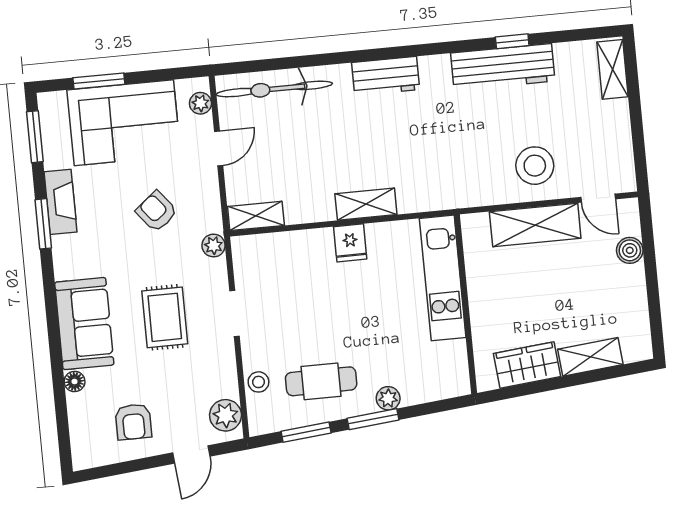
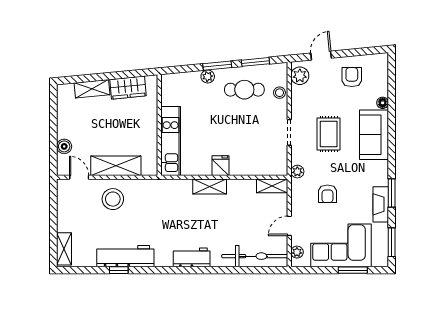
armchair: (157, 211) -> (327, 194), turned 39

